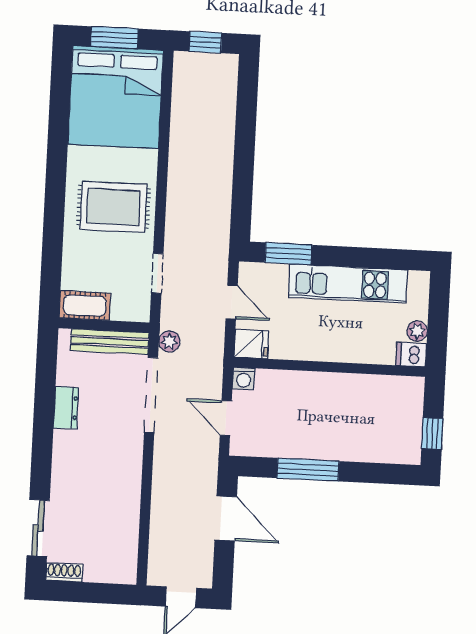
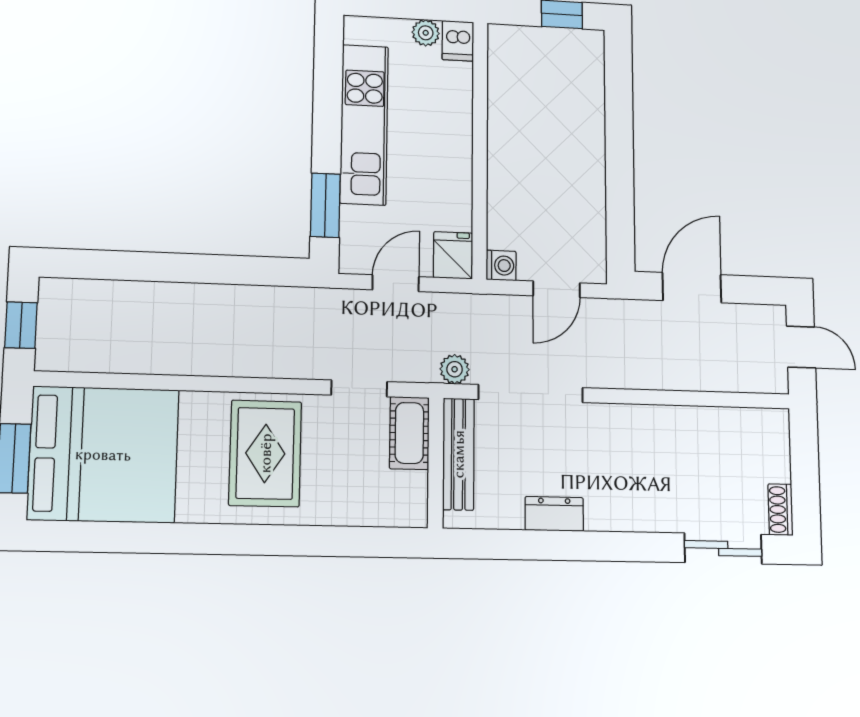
cot: (85, 306) -> (409, 433), moved
window: (308, 470) -> (620, 177), removed

